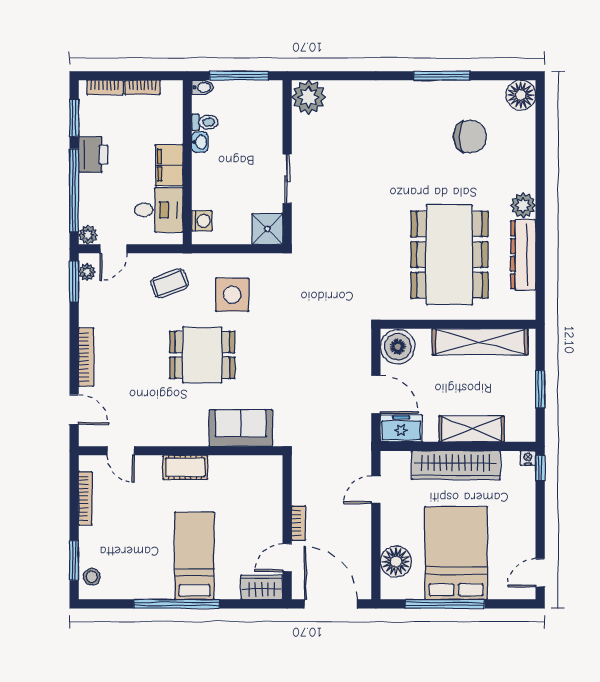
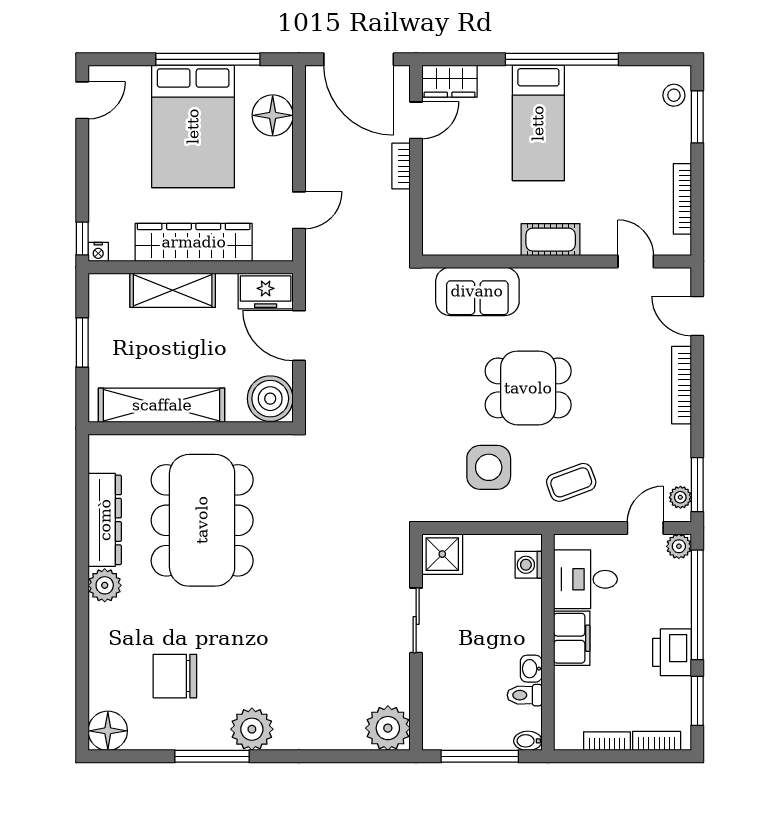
plant: (412, 96) -> (252, 729), added

